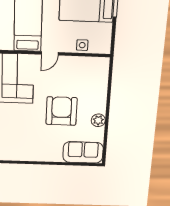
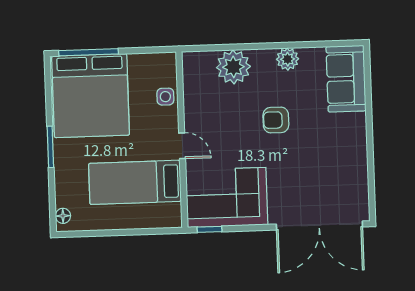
plant: (97, 88) -> (233, 67), added
armchair: (62, 111) -> (276, 120), width x0.53, depth x0.53

